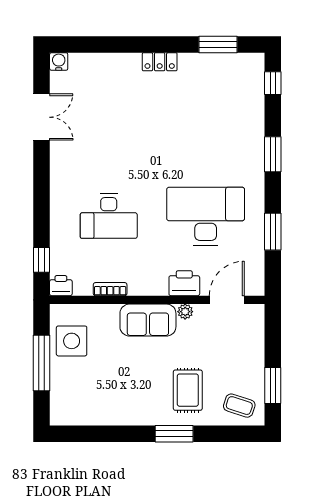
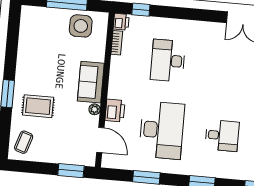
desk: (206, 132) -> (222, 136), added
bookcase: (110, 289) -> (117, 43), moved
window: (273, 386) -> (71, 171), moved

